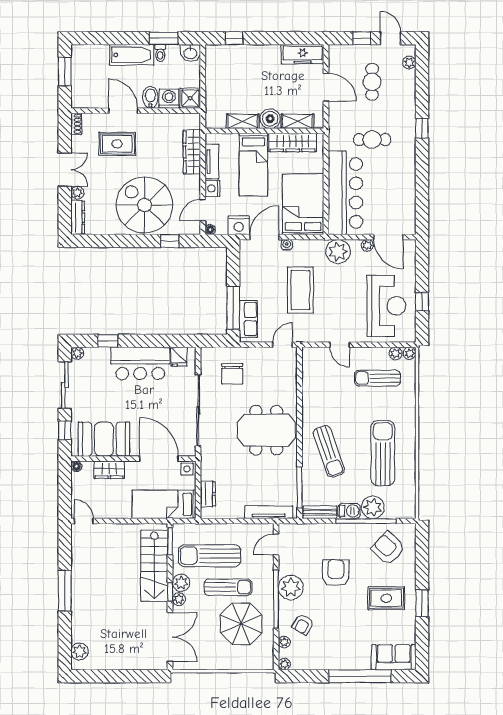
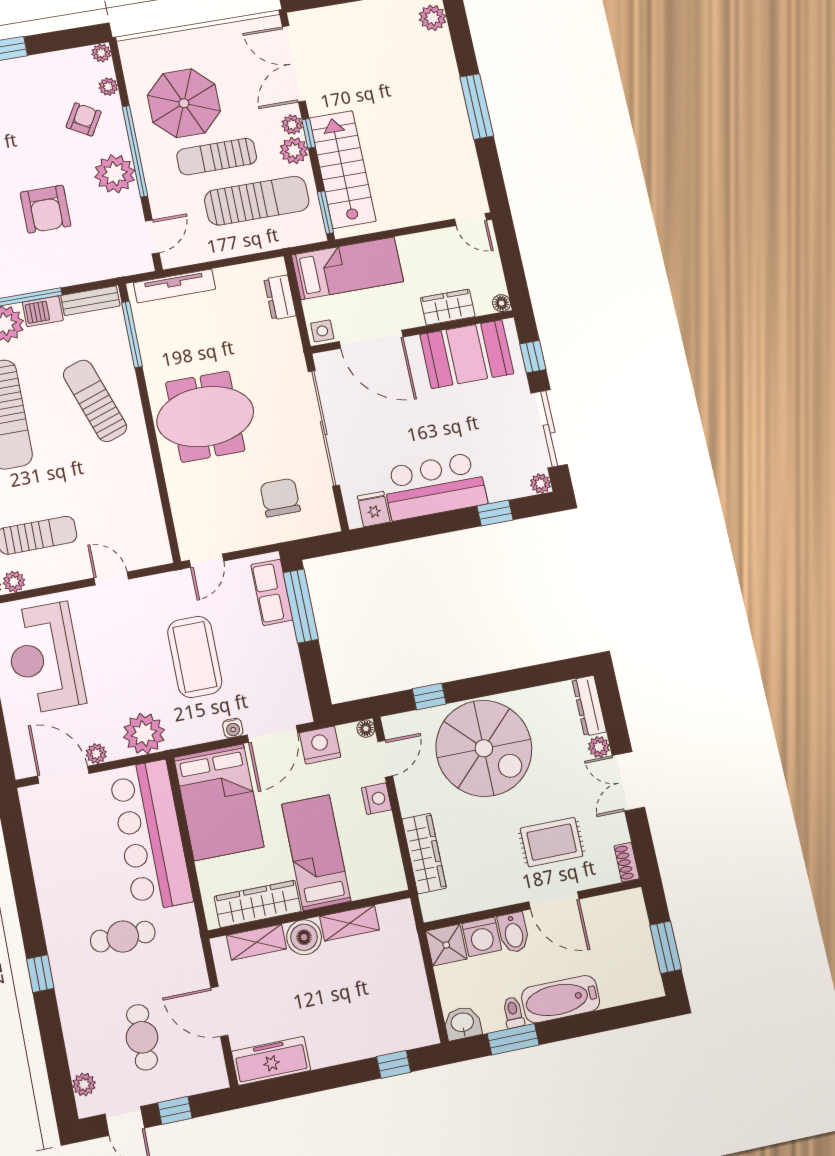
tv unit: (212, 162) -> (387, 844), removed

